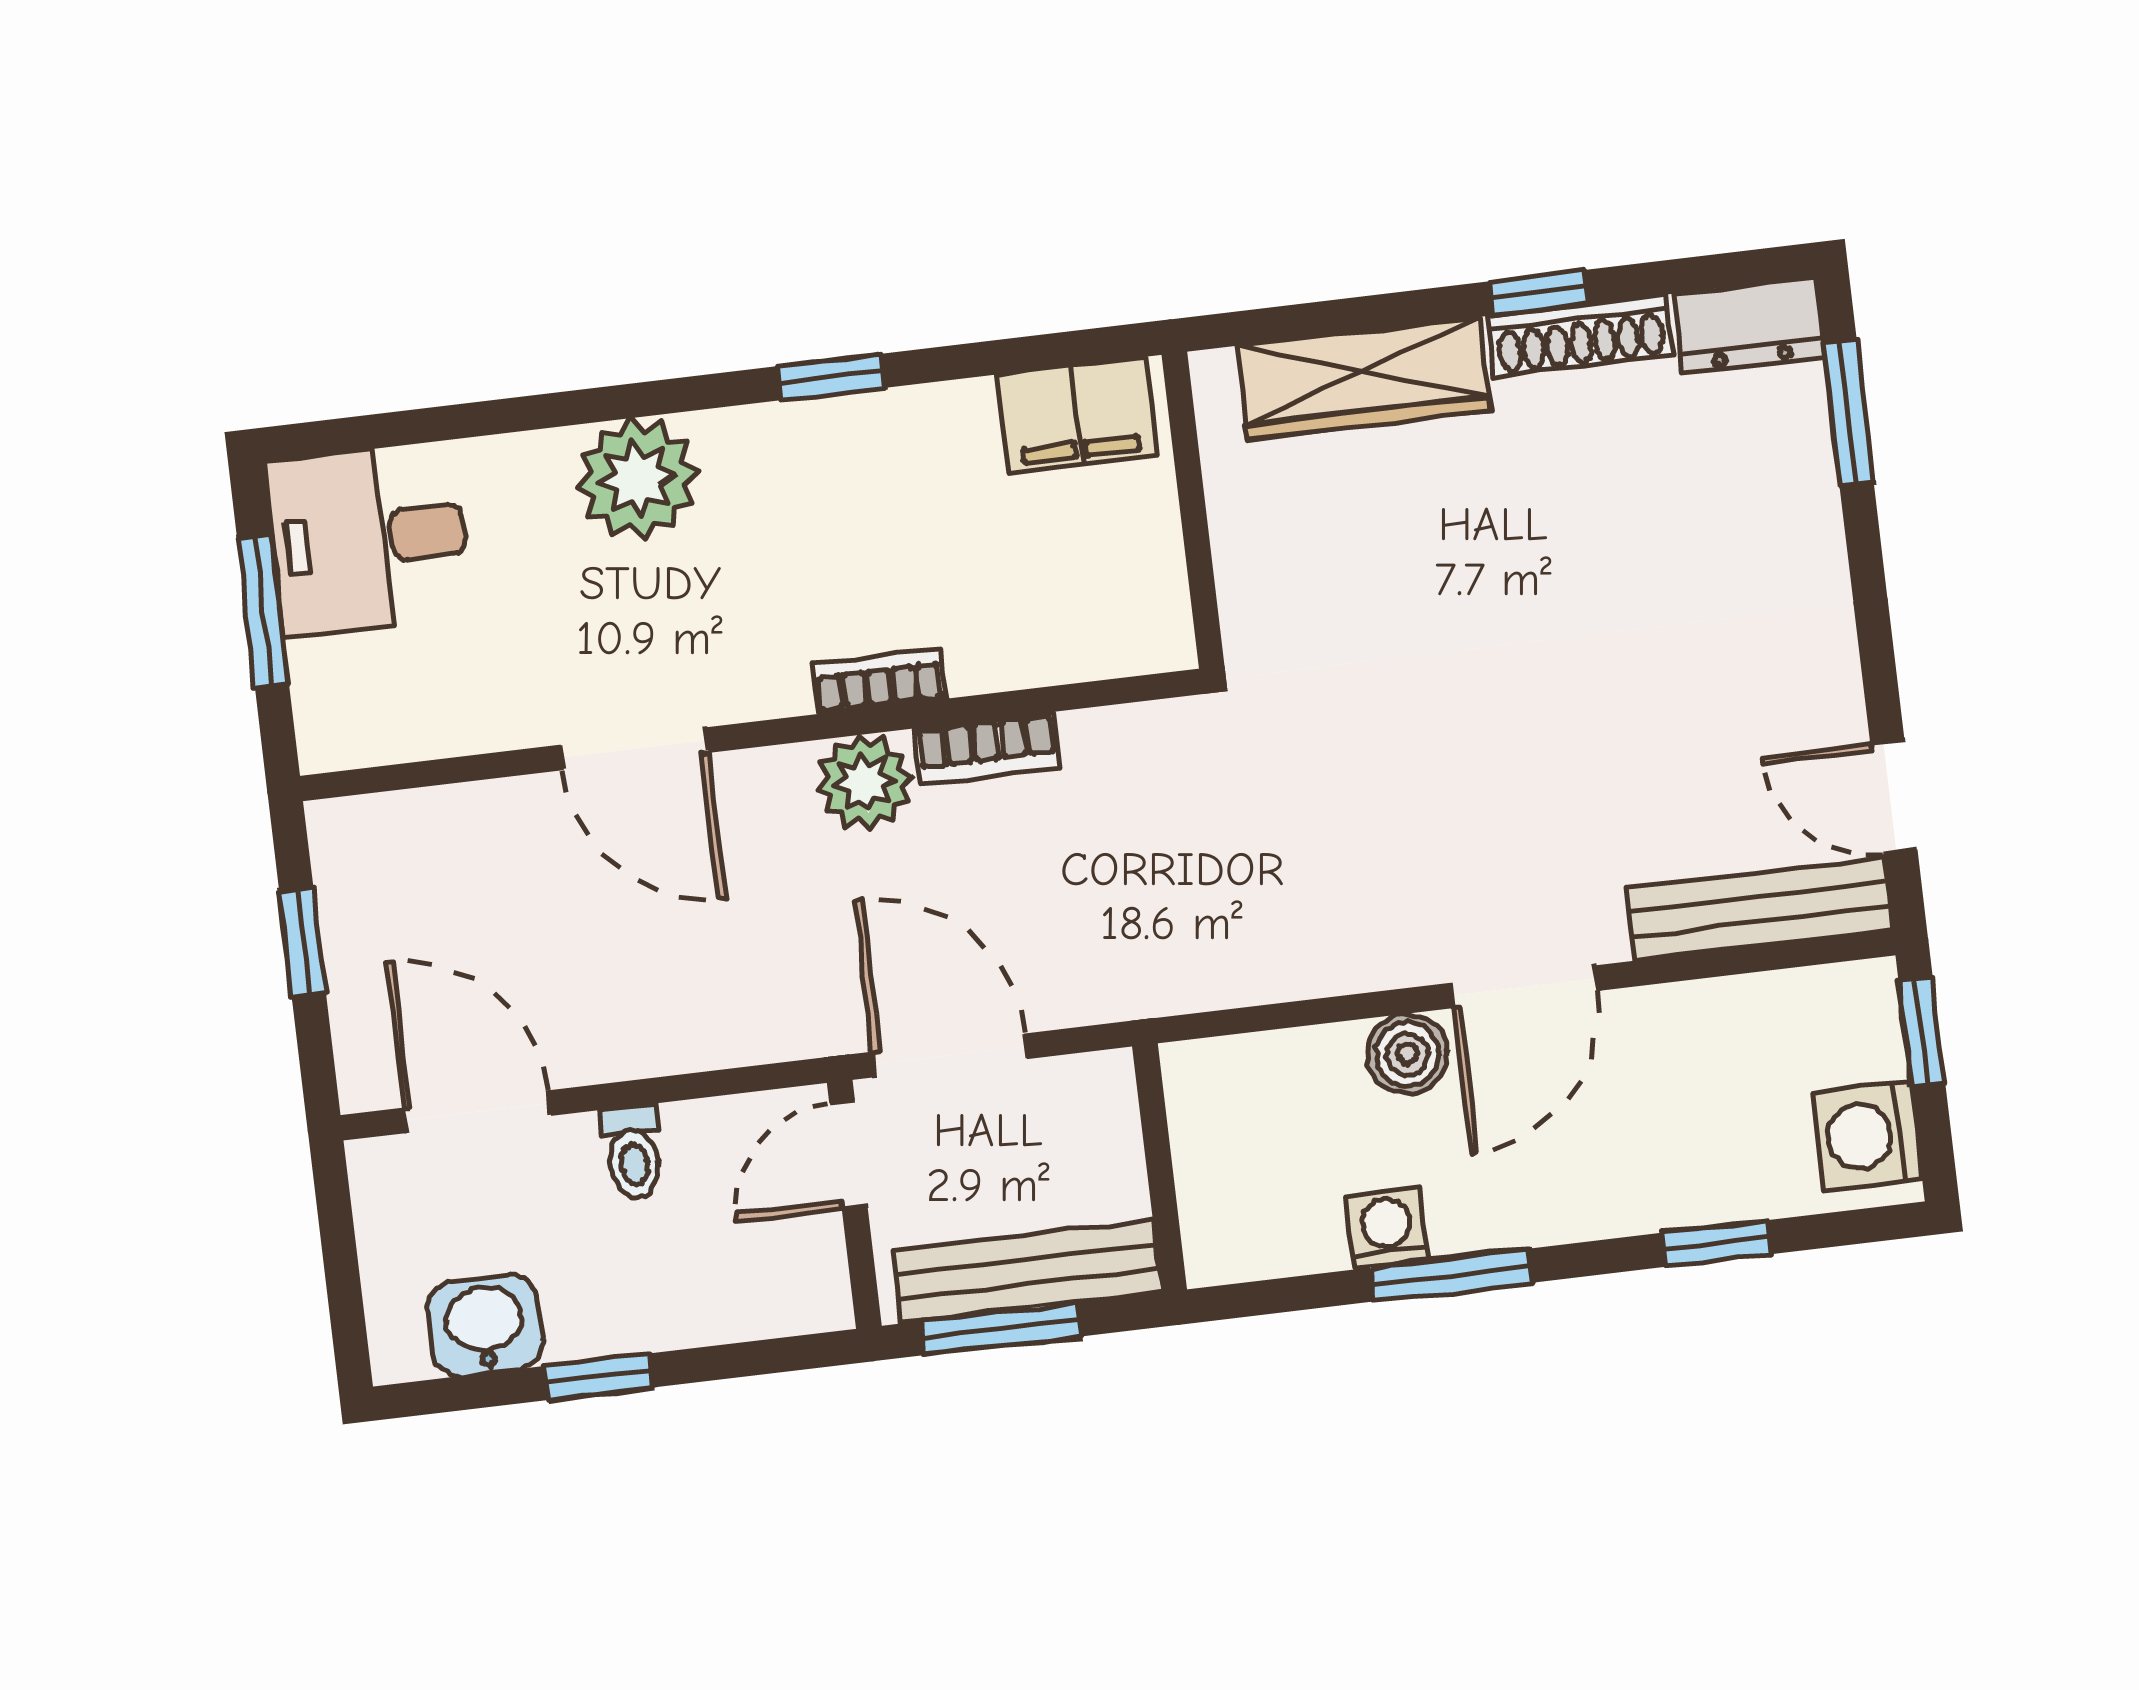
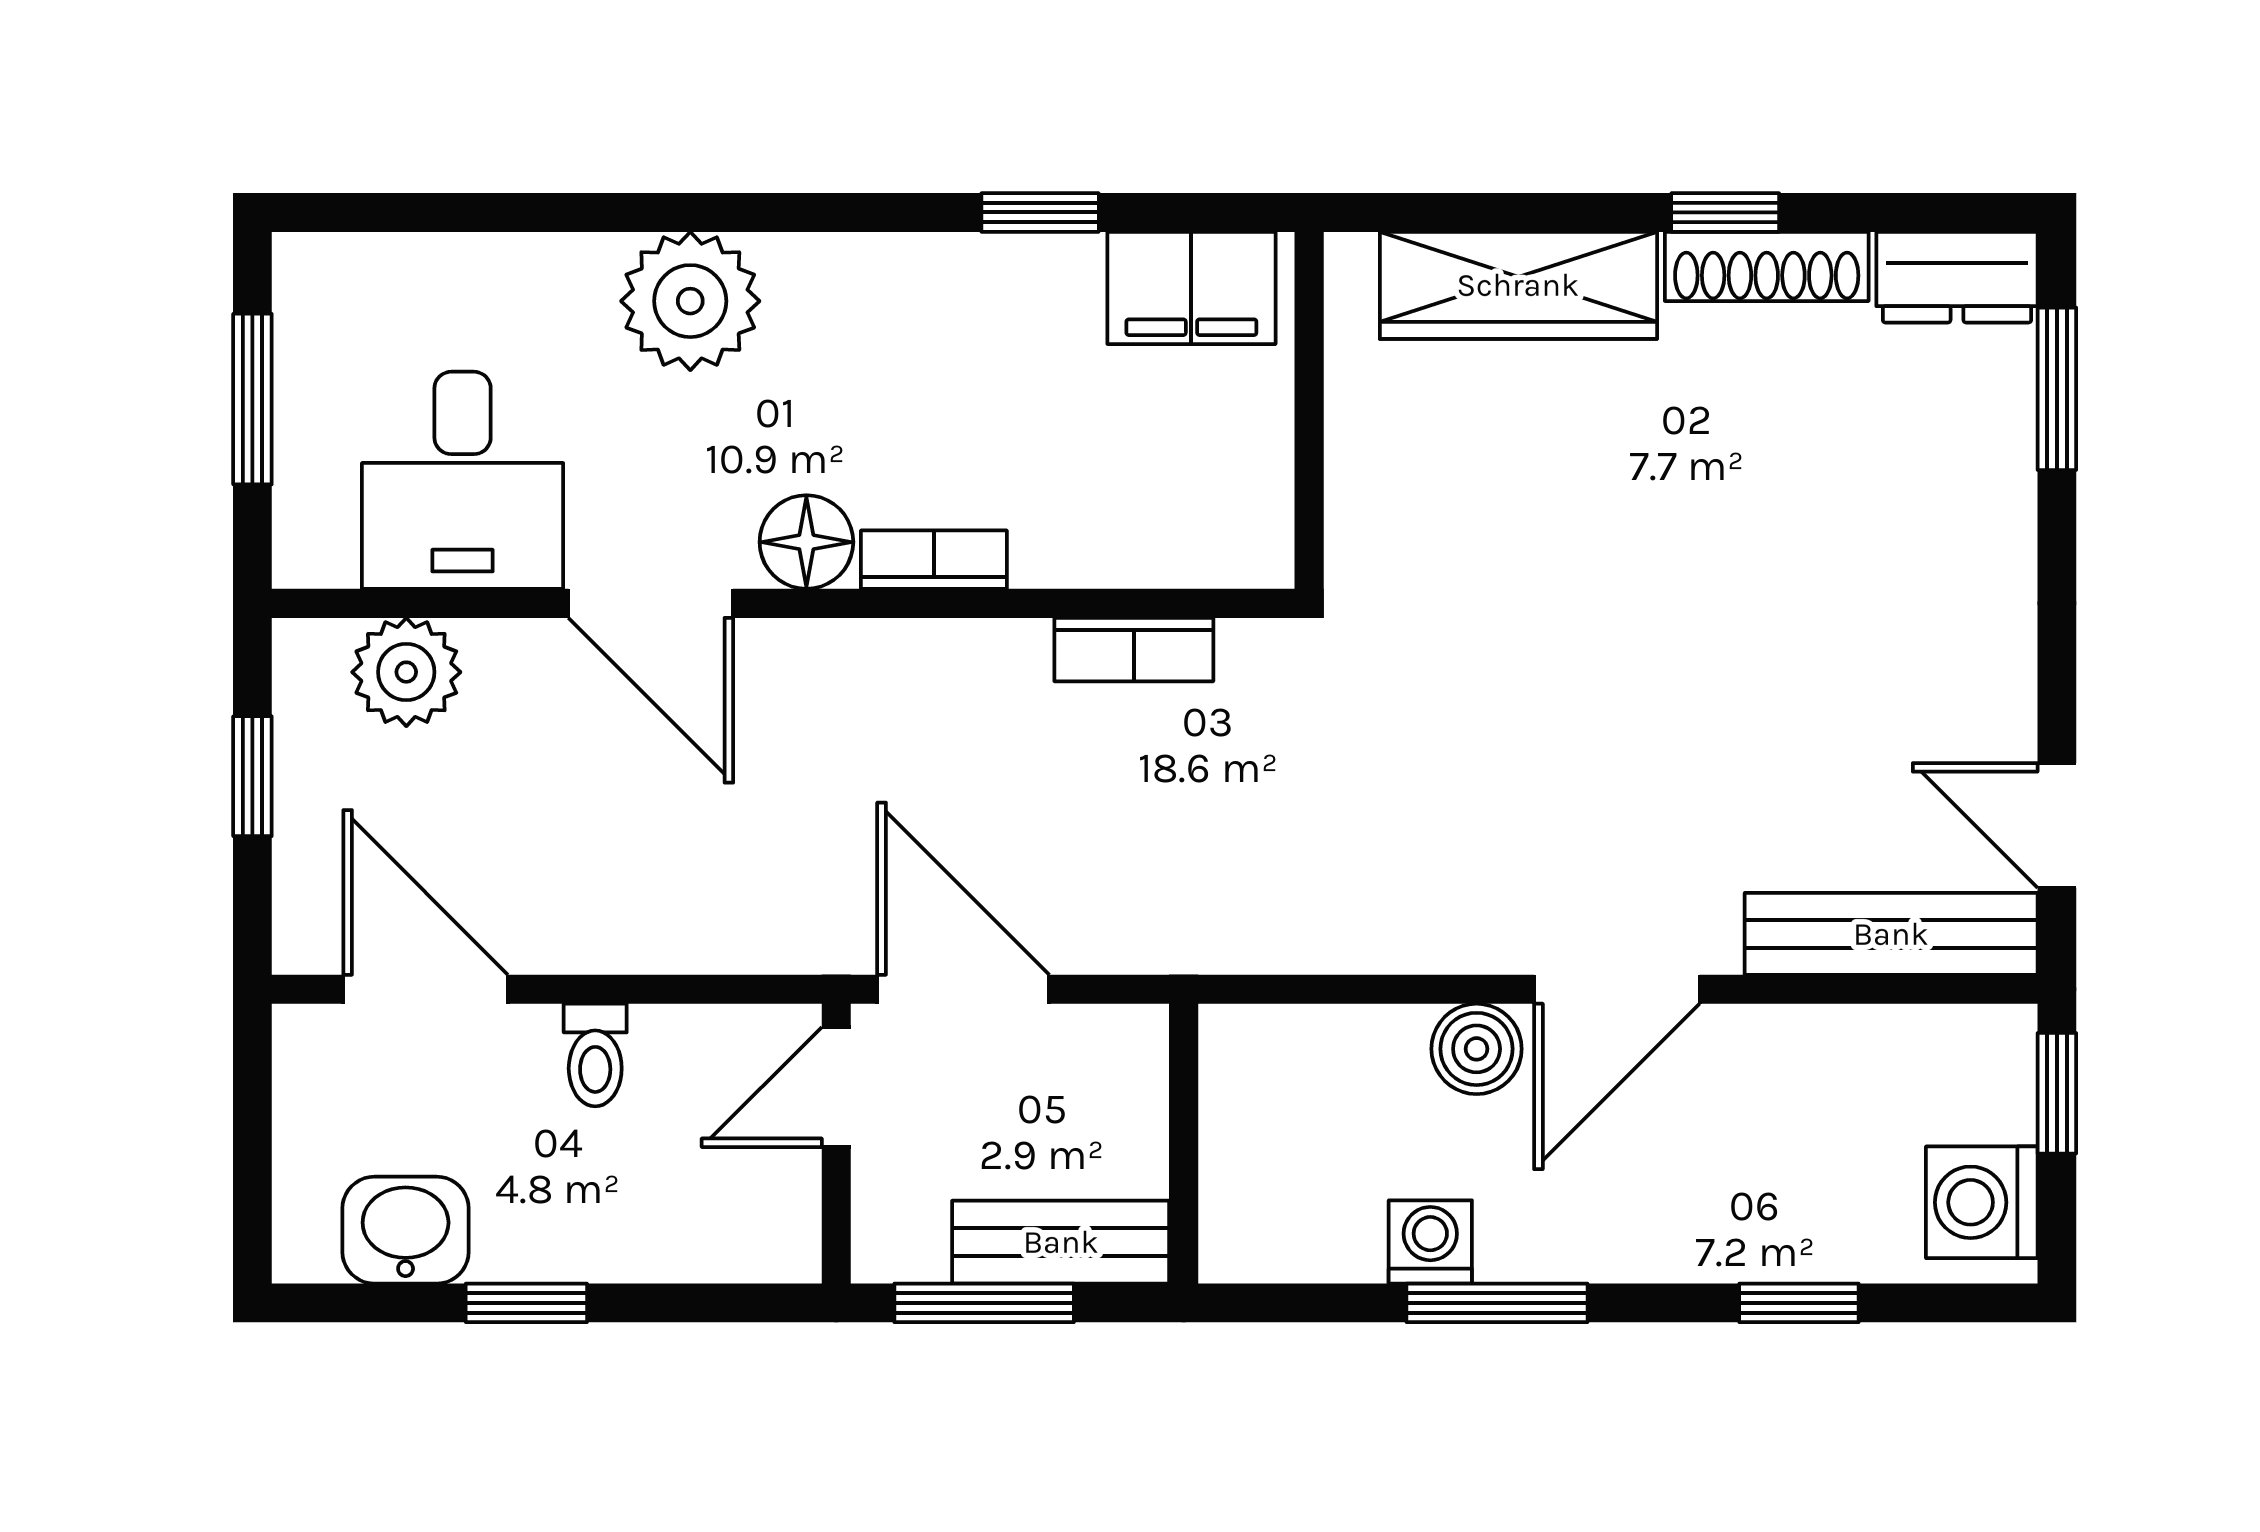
window: (831, 377) -> (1040, 212), moved
desk: (368, 539) -> (463, 480), moved, turned -90
floor lamp: (765, 679) -> (806, 542), added
bookcase: (987, 748) -> (1134, 650), moved
plant: (865, 783) -> (406, 672), moved
bench: (1027, 1272) -> (1061, 1242), width x0.73

